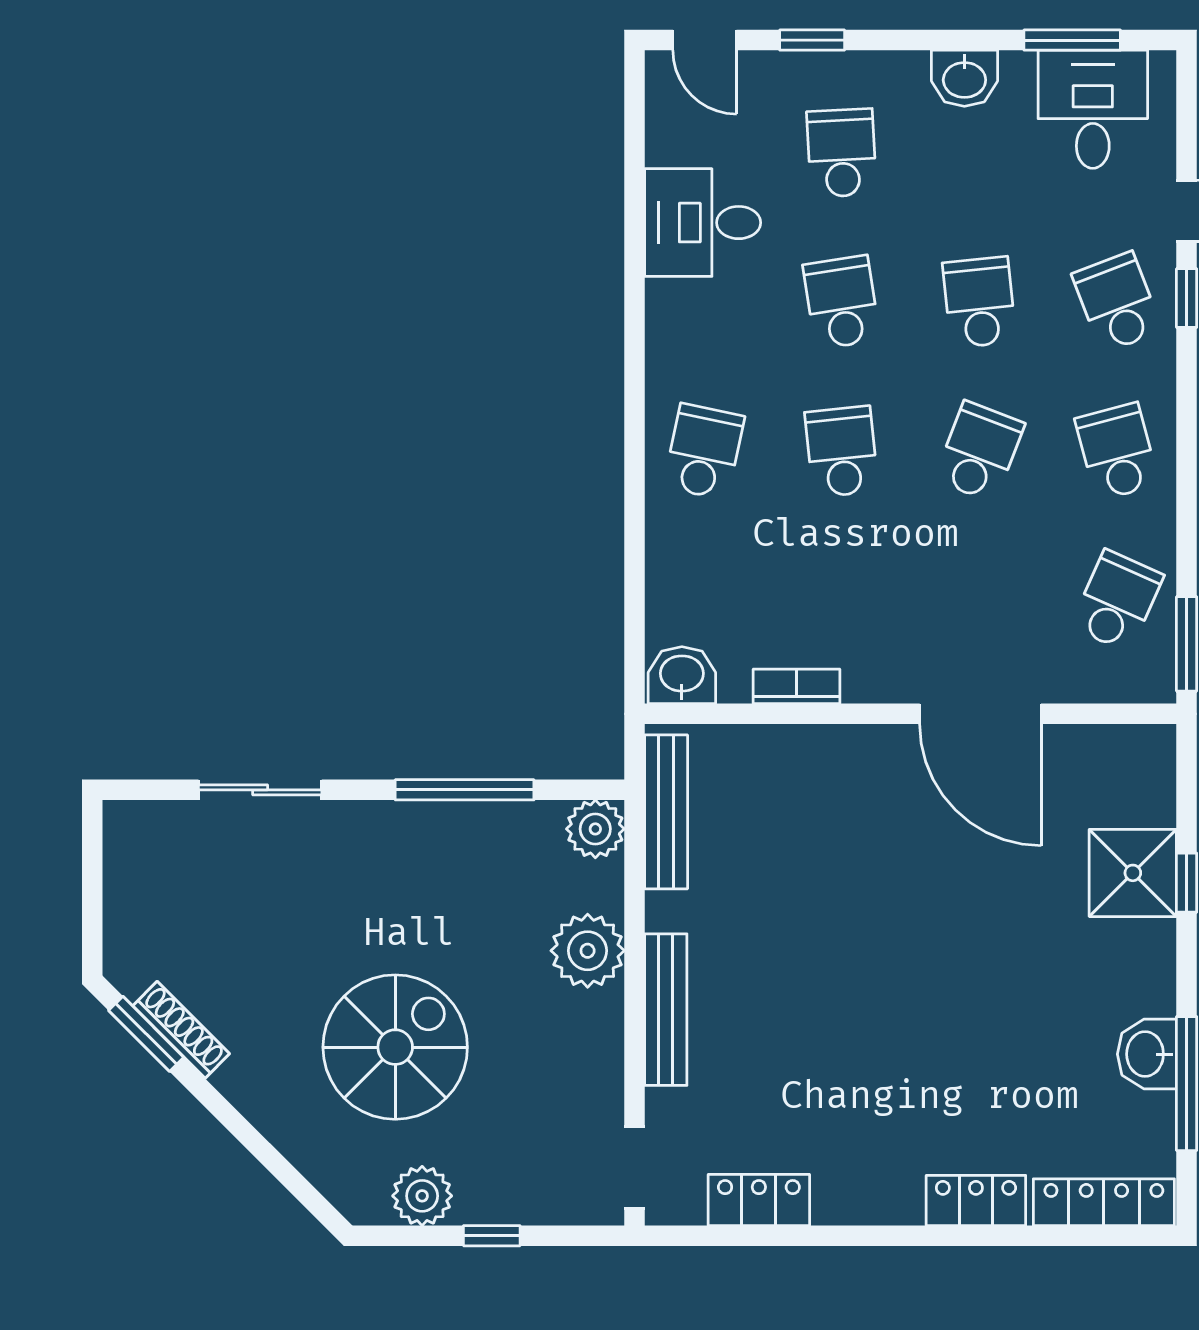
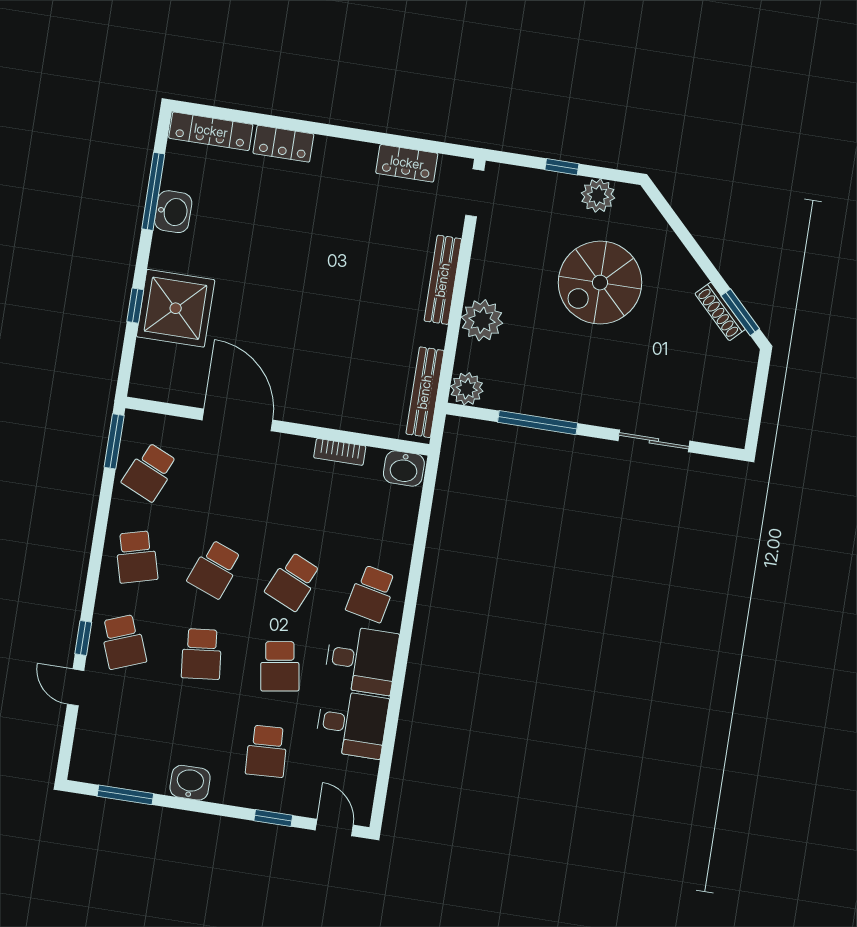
desk: (1093, 109) -> (361, 660), moved, turned -90
school desk: (842, 452) -> (293, 581), turned 30
shower: (1133, 873) -> (176, 308), width x1.37, depth x1.37

